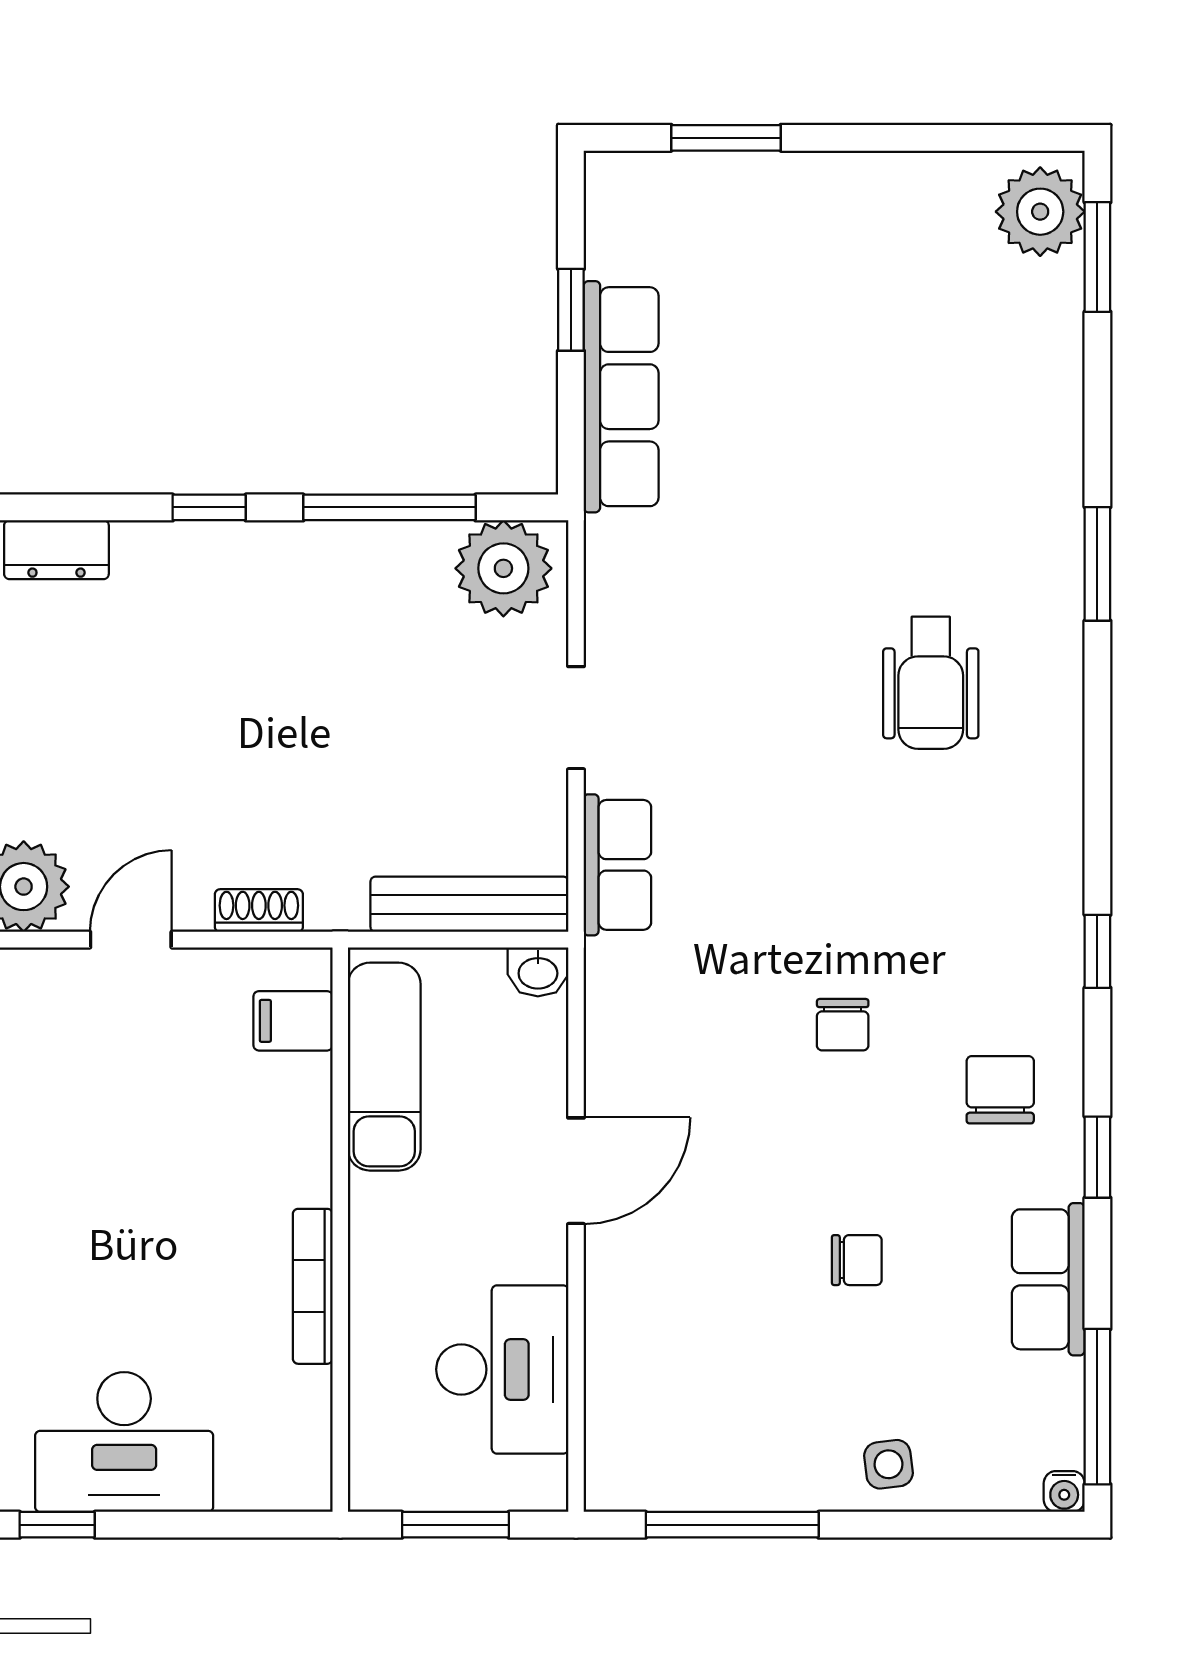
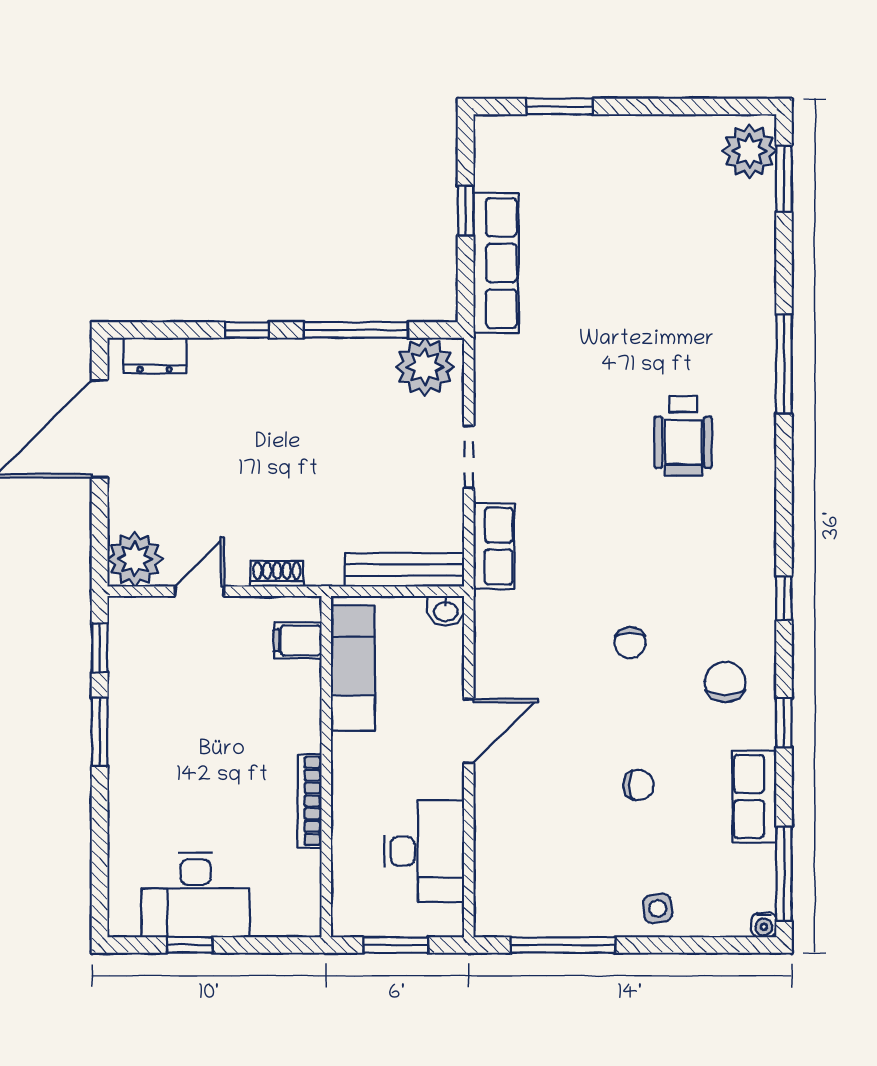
window: (1097, 564) -> (784, 364), width x1.44
window: (57, 1525) -> (190, 945), moved

